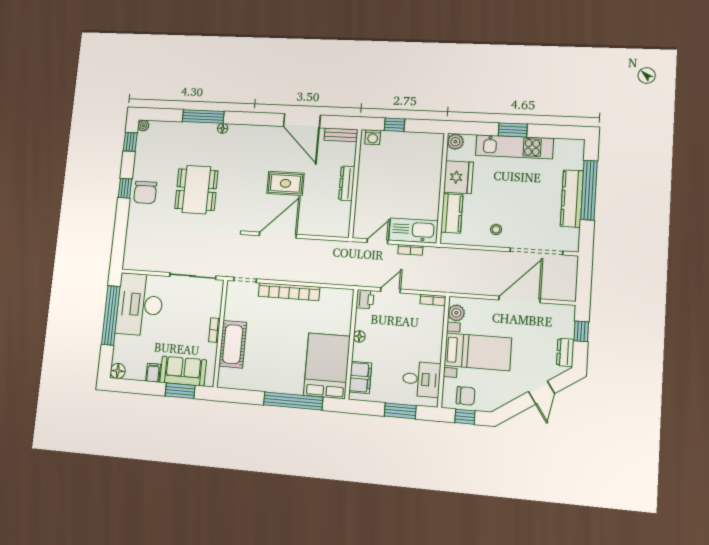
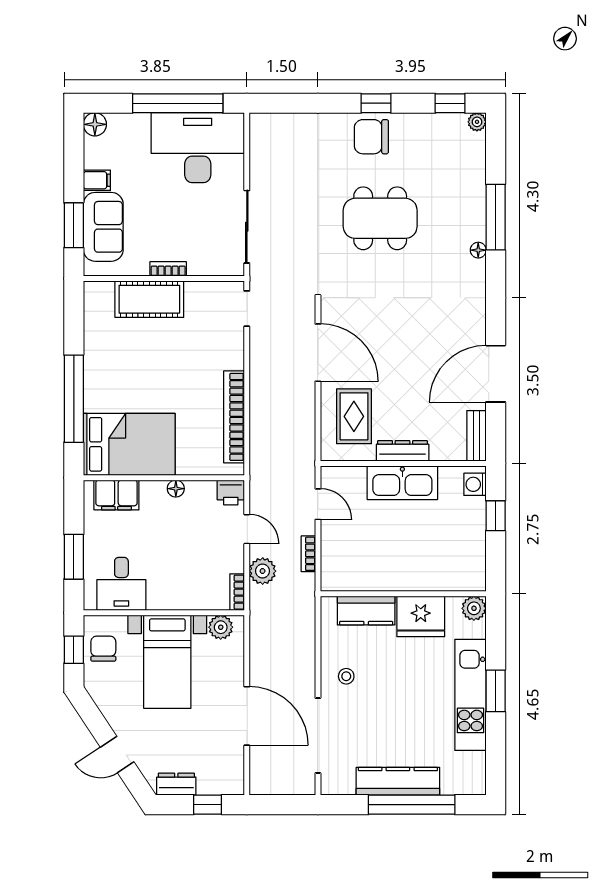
rug: (285, 183) -> (354, 416), moved
kitchen sink: (413, 231) -> (402, 483), moved, turned 90
plant: (420, 282) -> (263, 571), added
bookcase: (289, 292) -> (234, 417), moved
chair: (466, 396) -> (103, 649), turned 180

